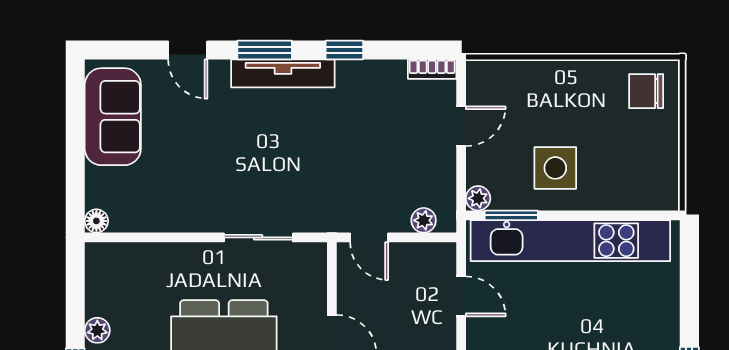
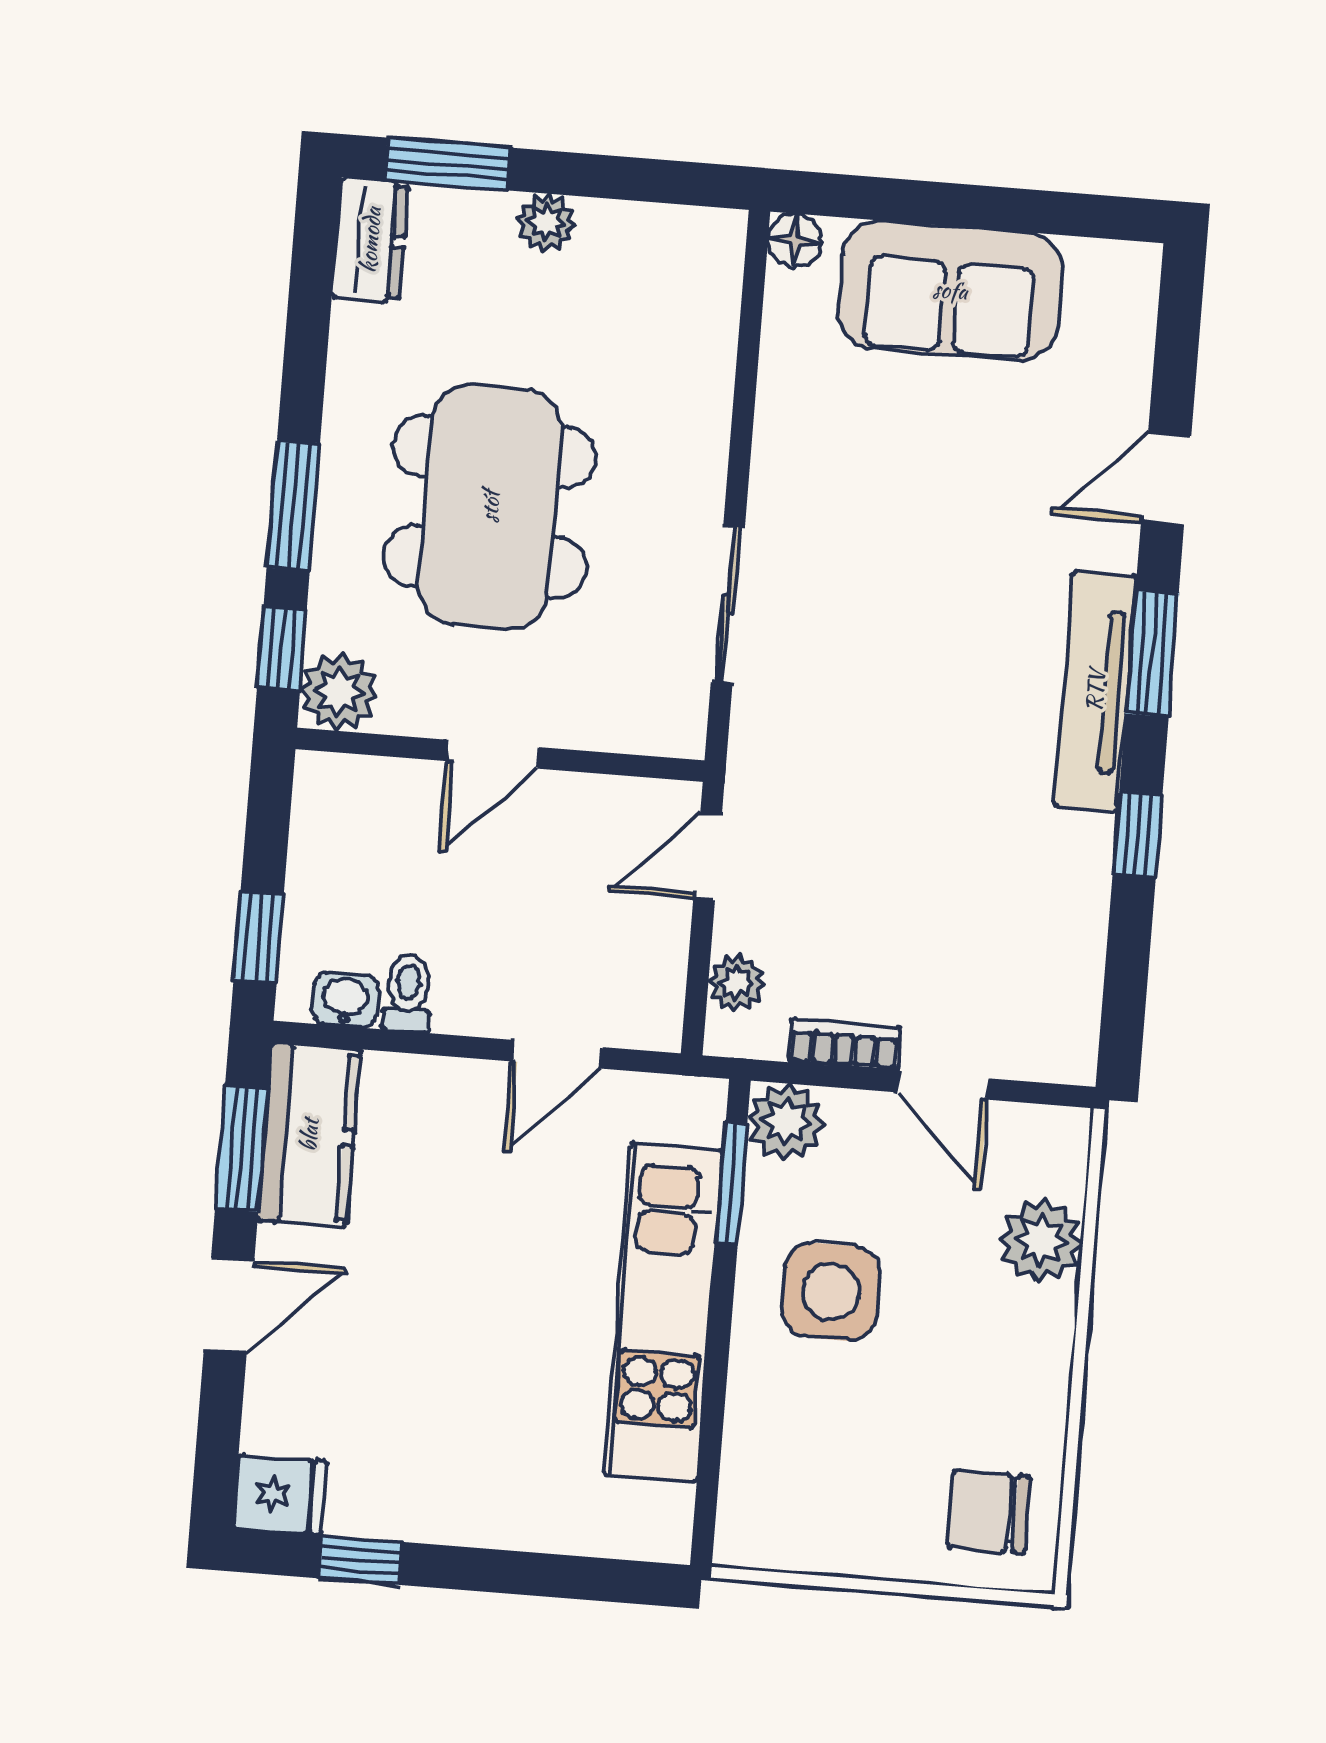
bookcase: (432, 69) -> (844, 1044), moved, turned 90
plant: (526, 78) -> (1041, 1241), added
chair: (646, 91) -> (989, 1512), turned -90
sofa: (113, 117) -> (950, 290), moved
plant: (478, 198) -> (786, 1122), width x1.38, depth x1.38
kitchen unit: (570, 241) -> (663, 1313), width x0.73

